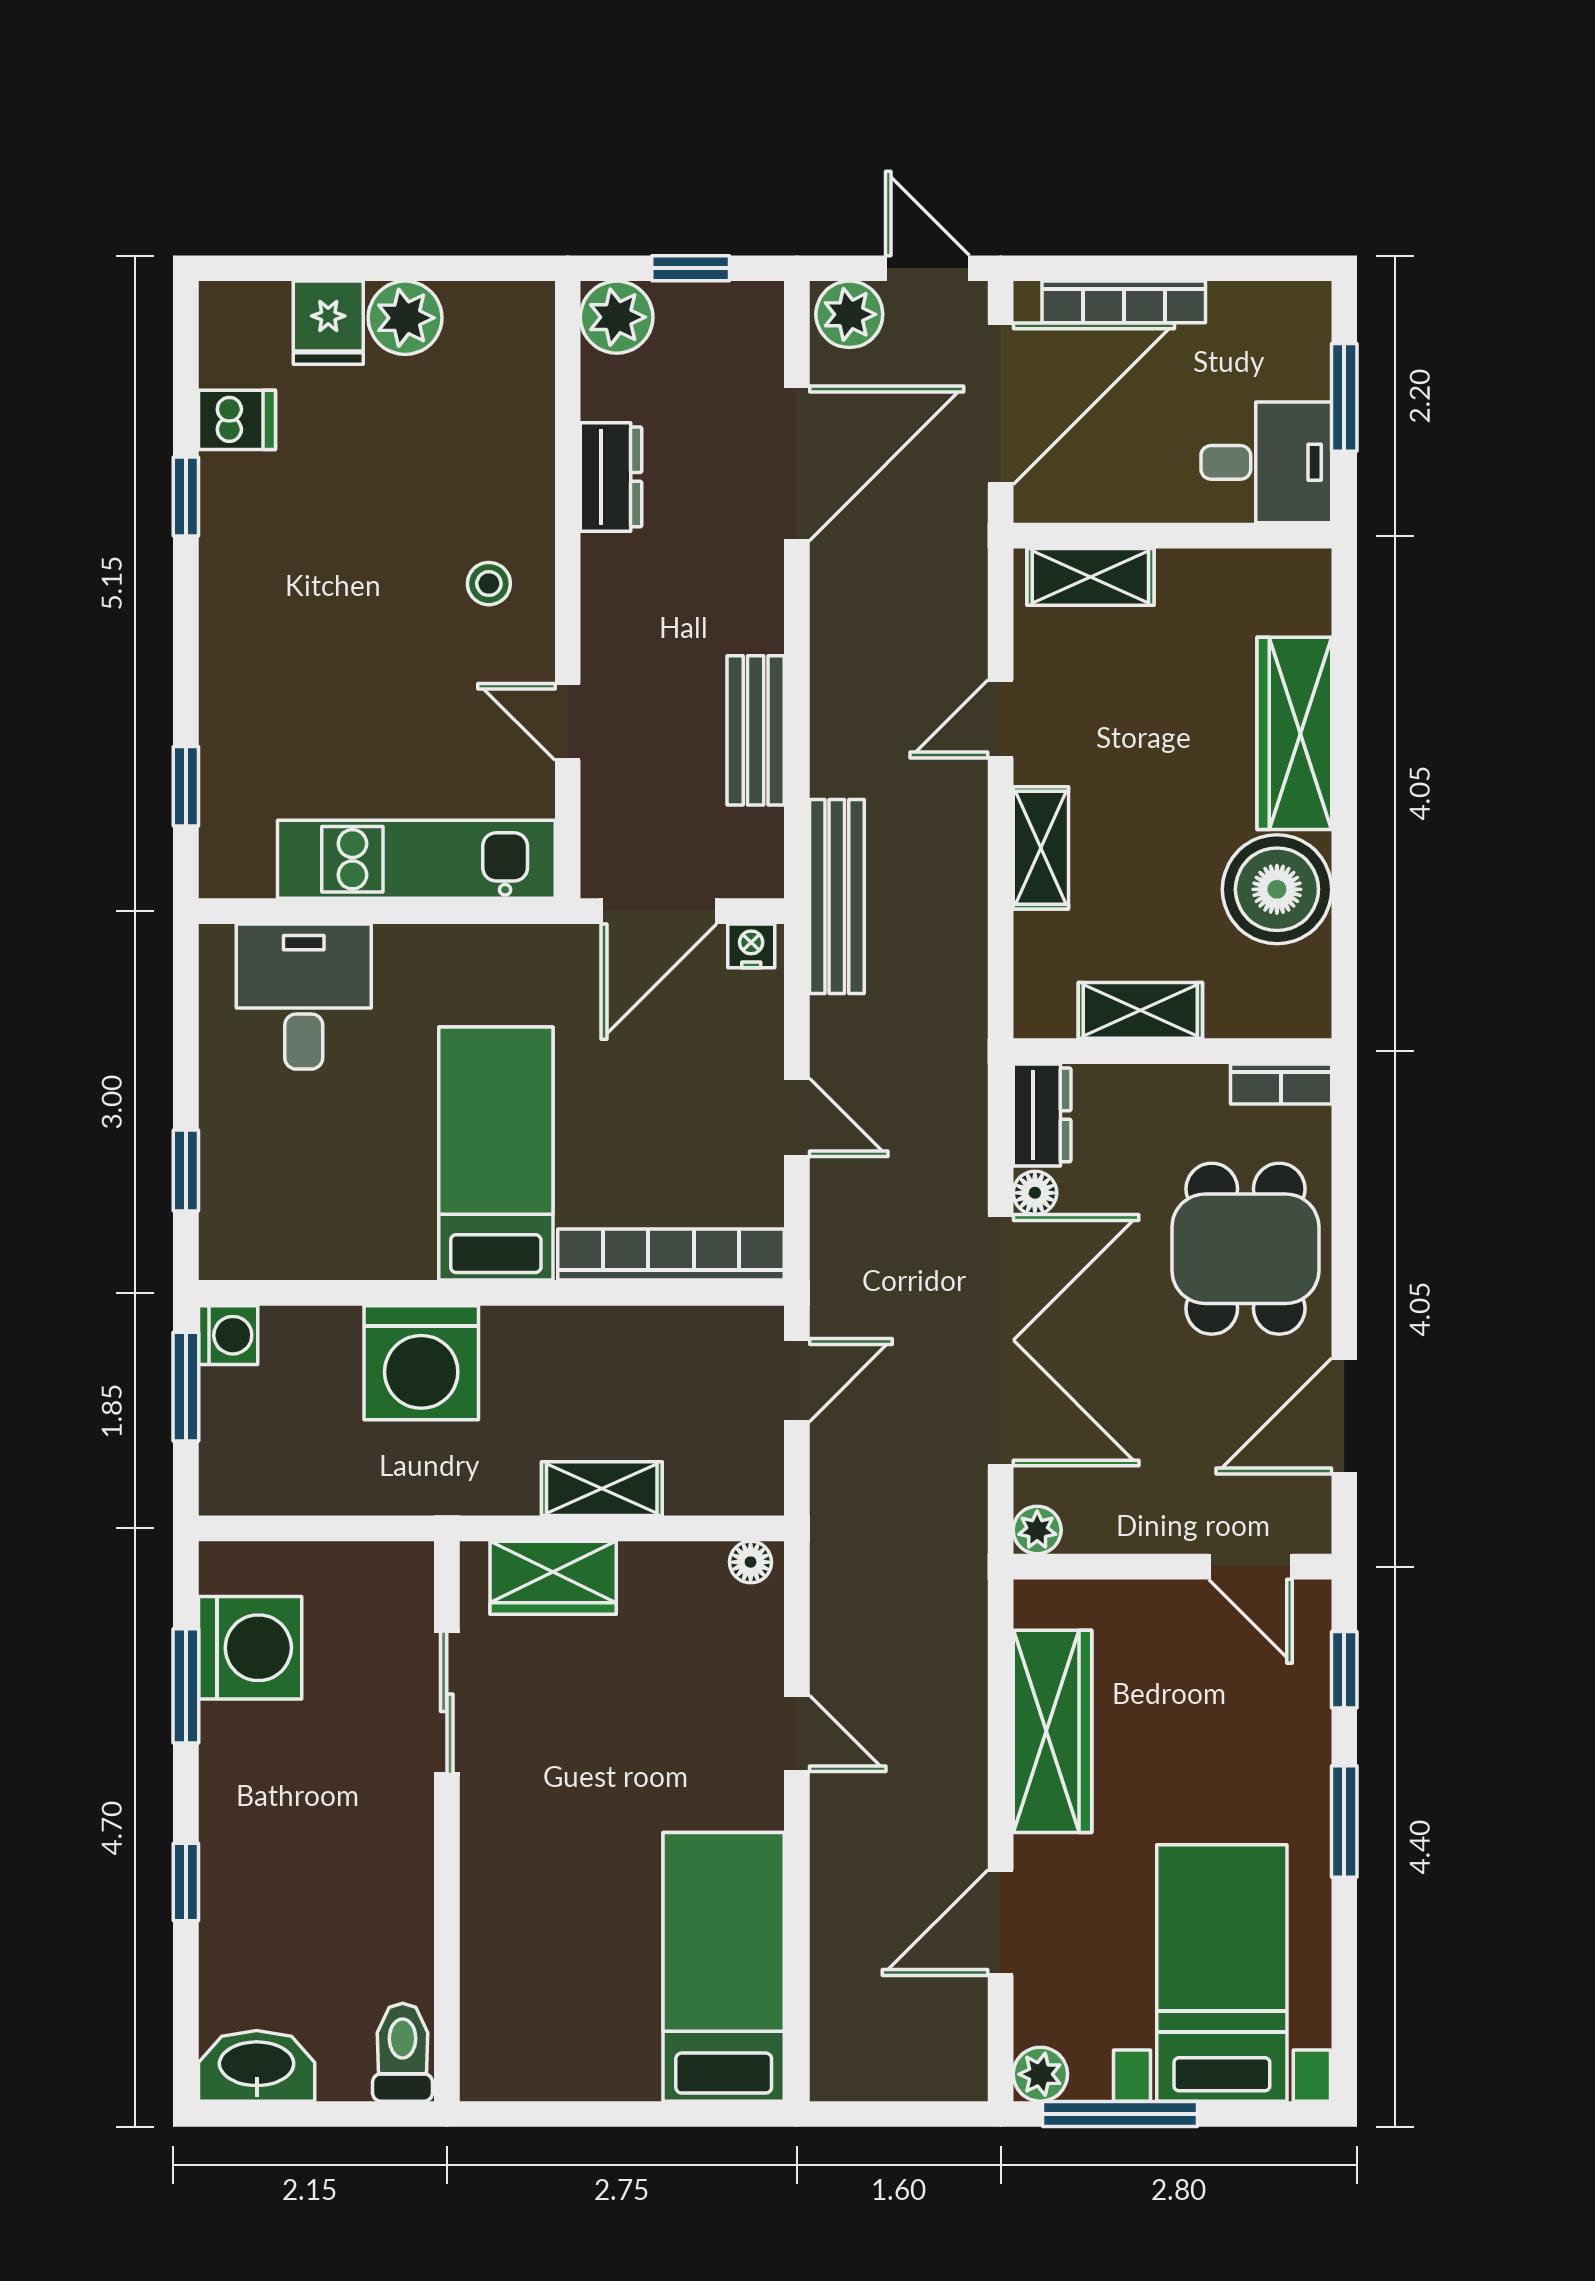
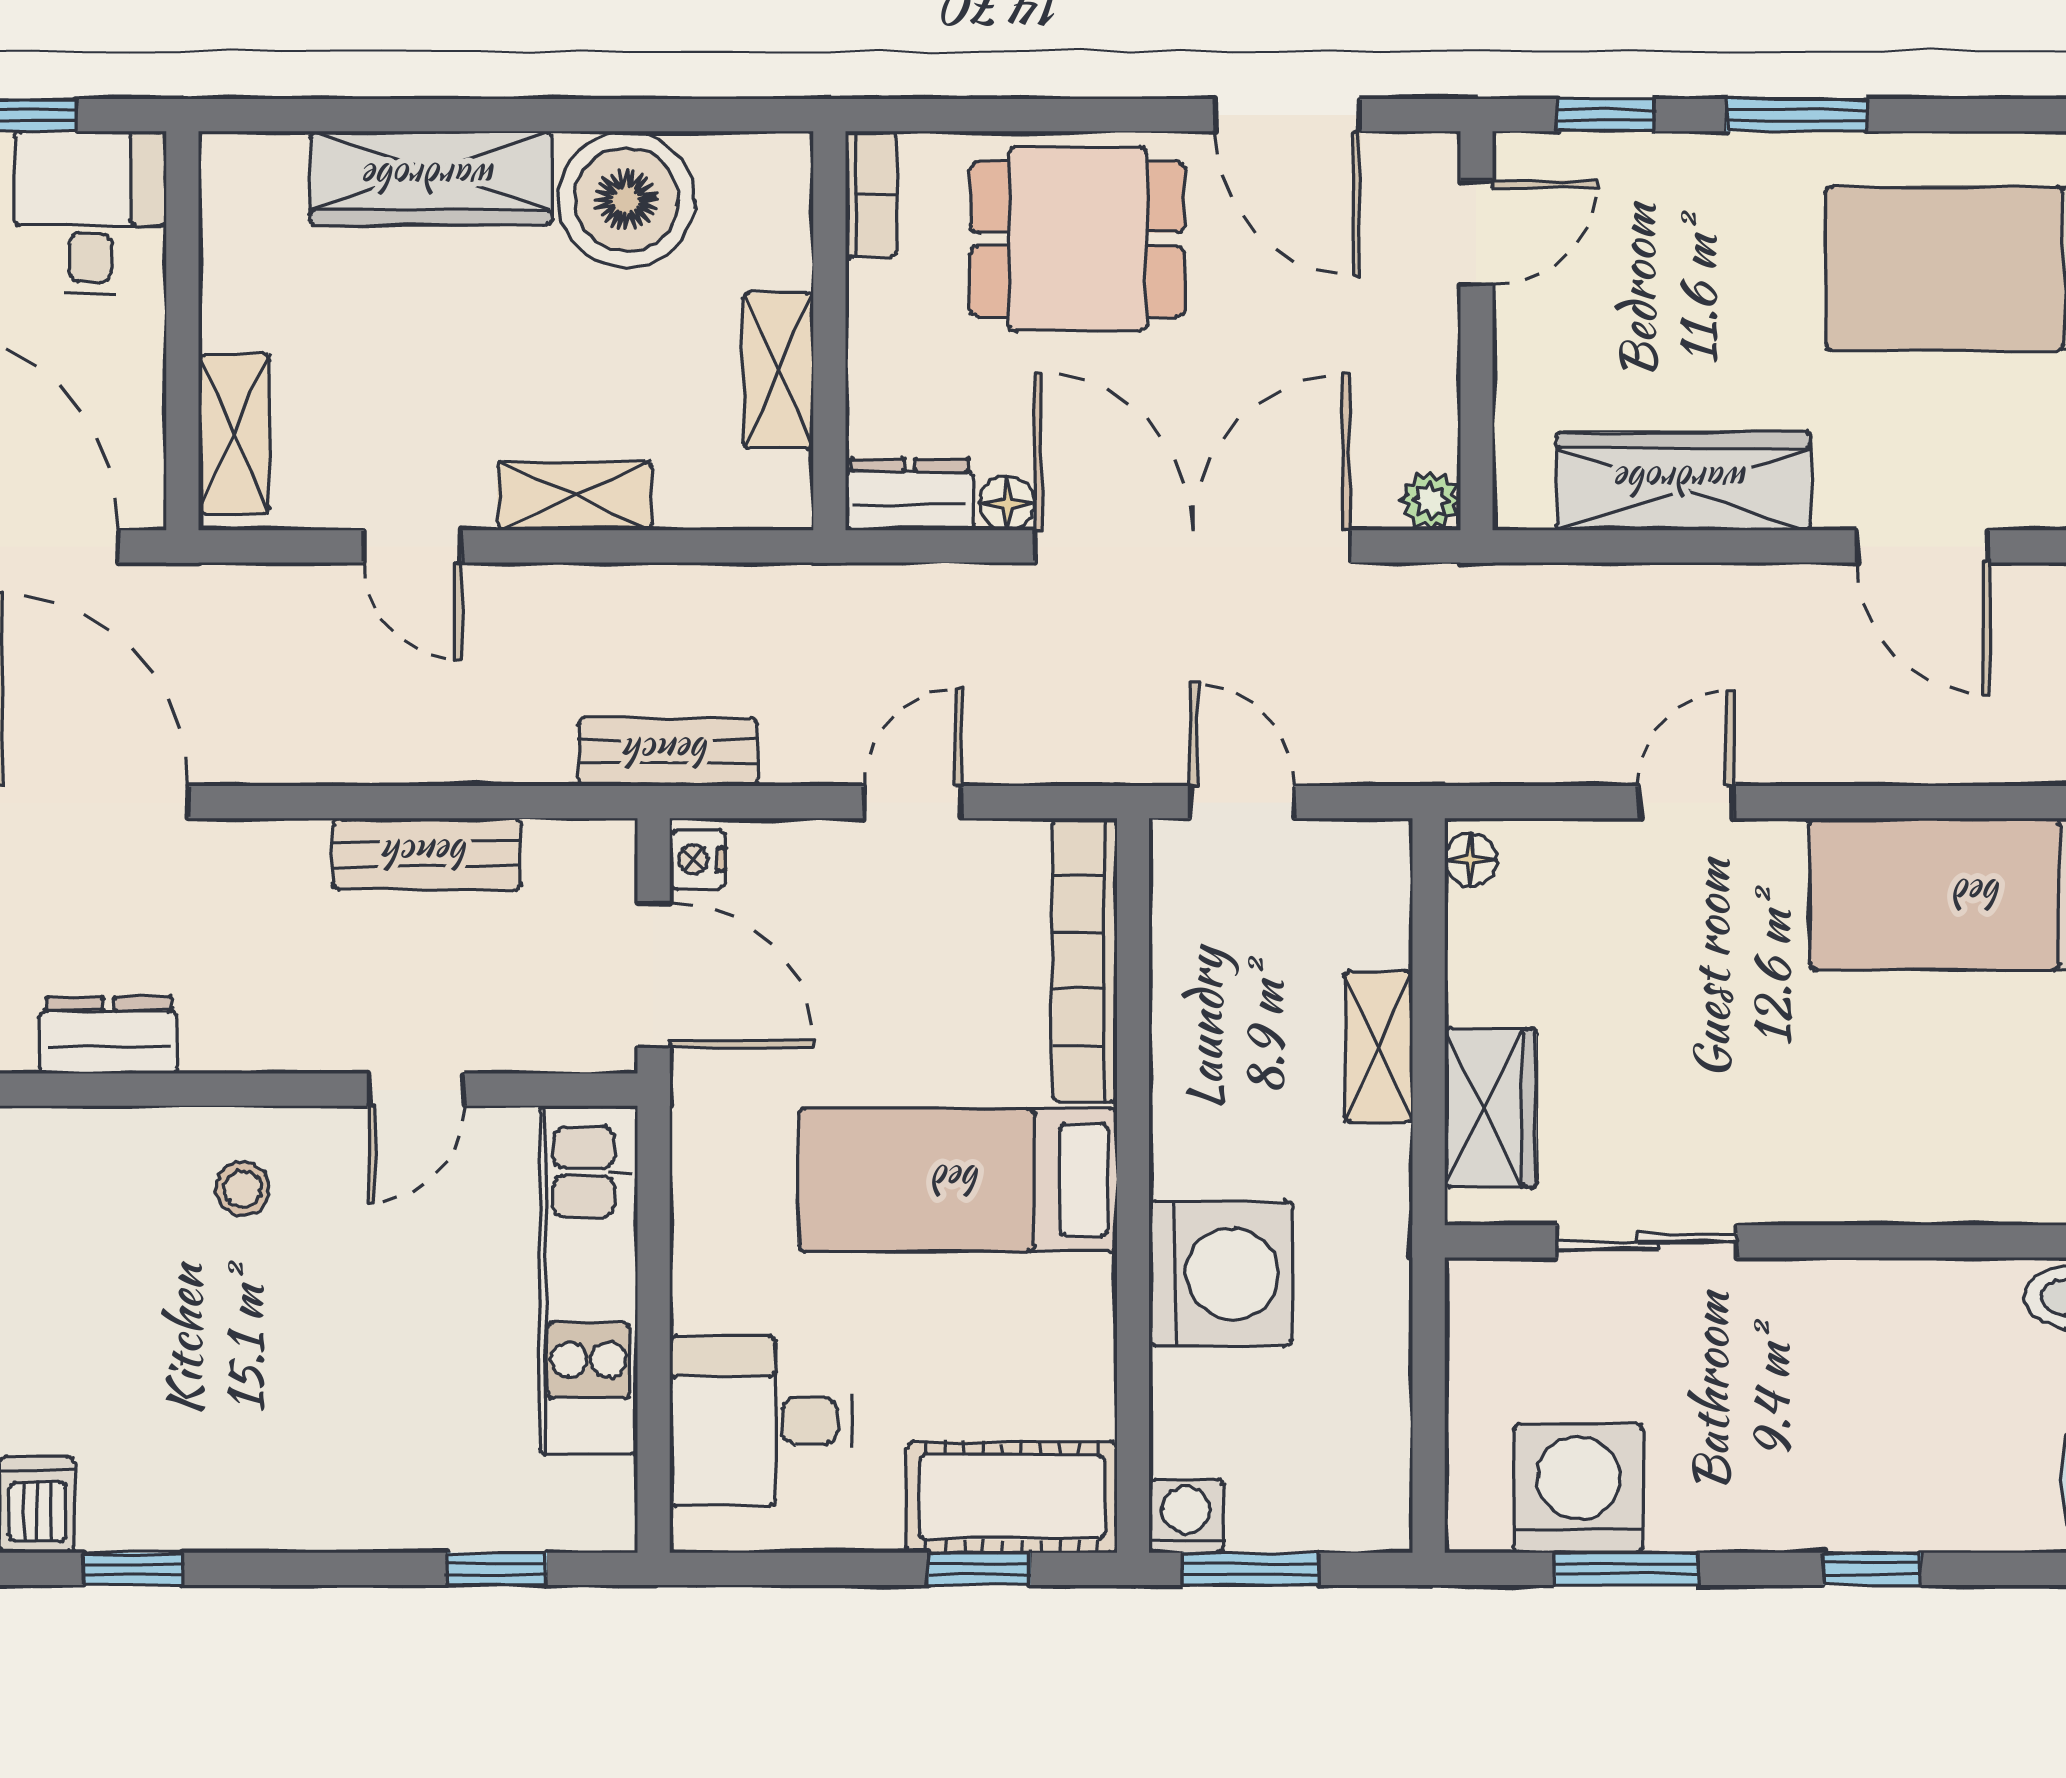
bench: (837, 896) -> (668, 752), width x0.73
cot: (243, 1197) -> (1012, 1497), added

